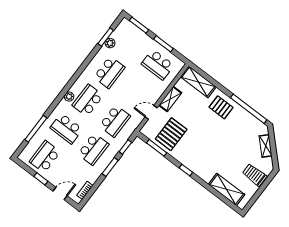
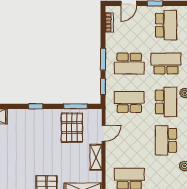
school desk: (115, 121) -> (129, 102), turned 90
school desk: (93, 149) -> (129, 64), turned -90

